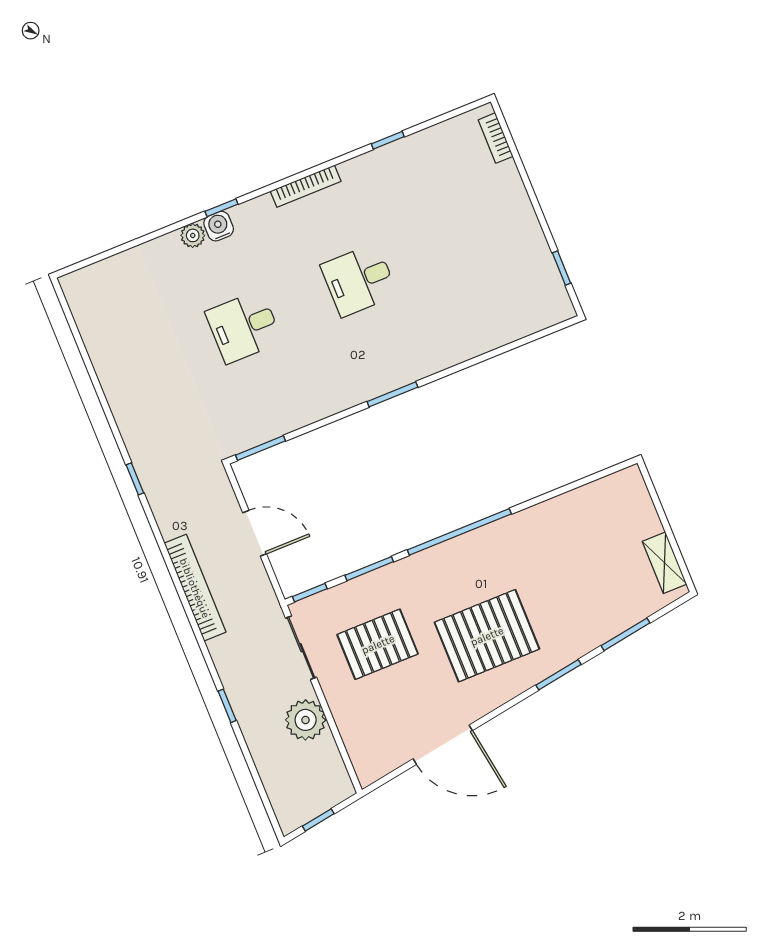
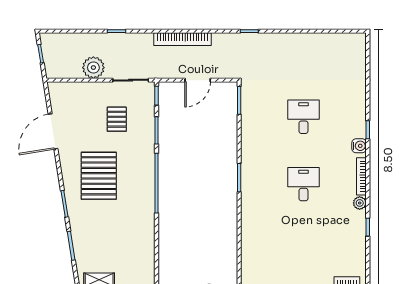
water cooler: (219, 226) -> (359, 146), moved
plant: (193, 235) -> (360, 203), moved
pallet: (378, 644) -> (117, 119), width x0.67, depth x0.71

